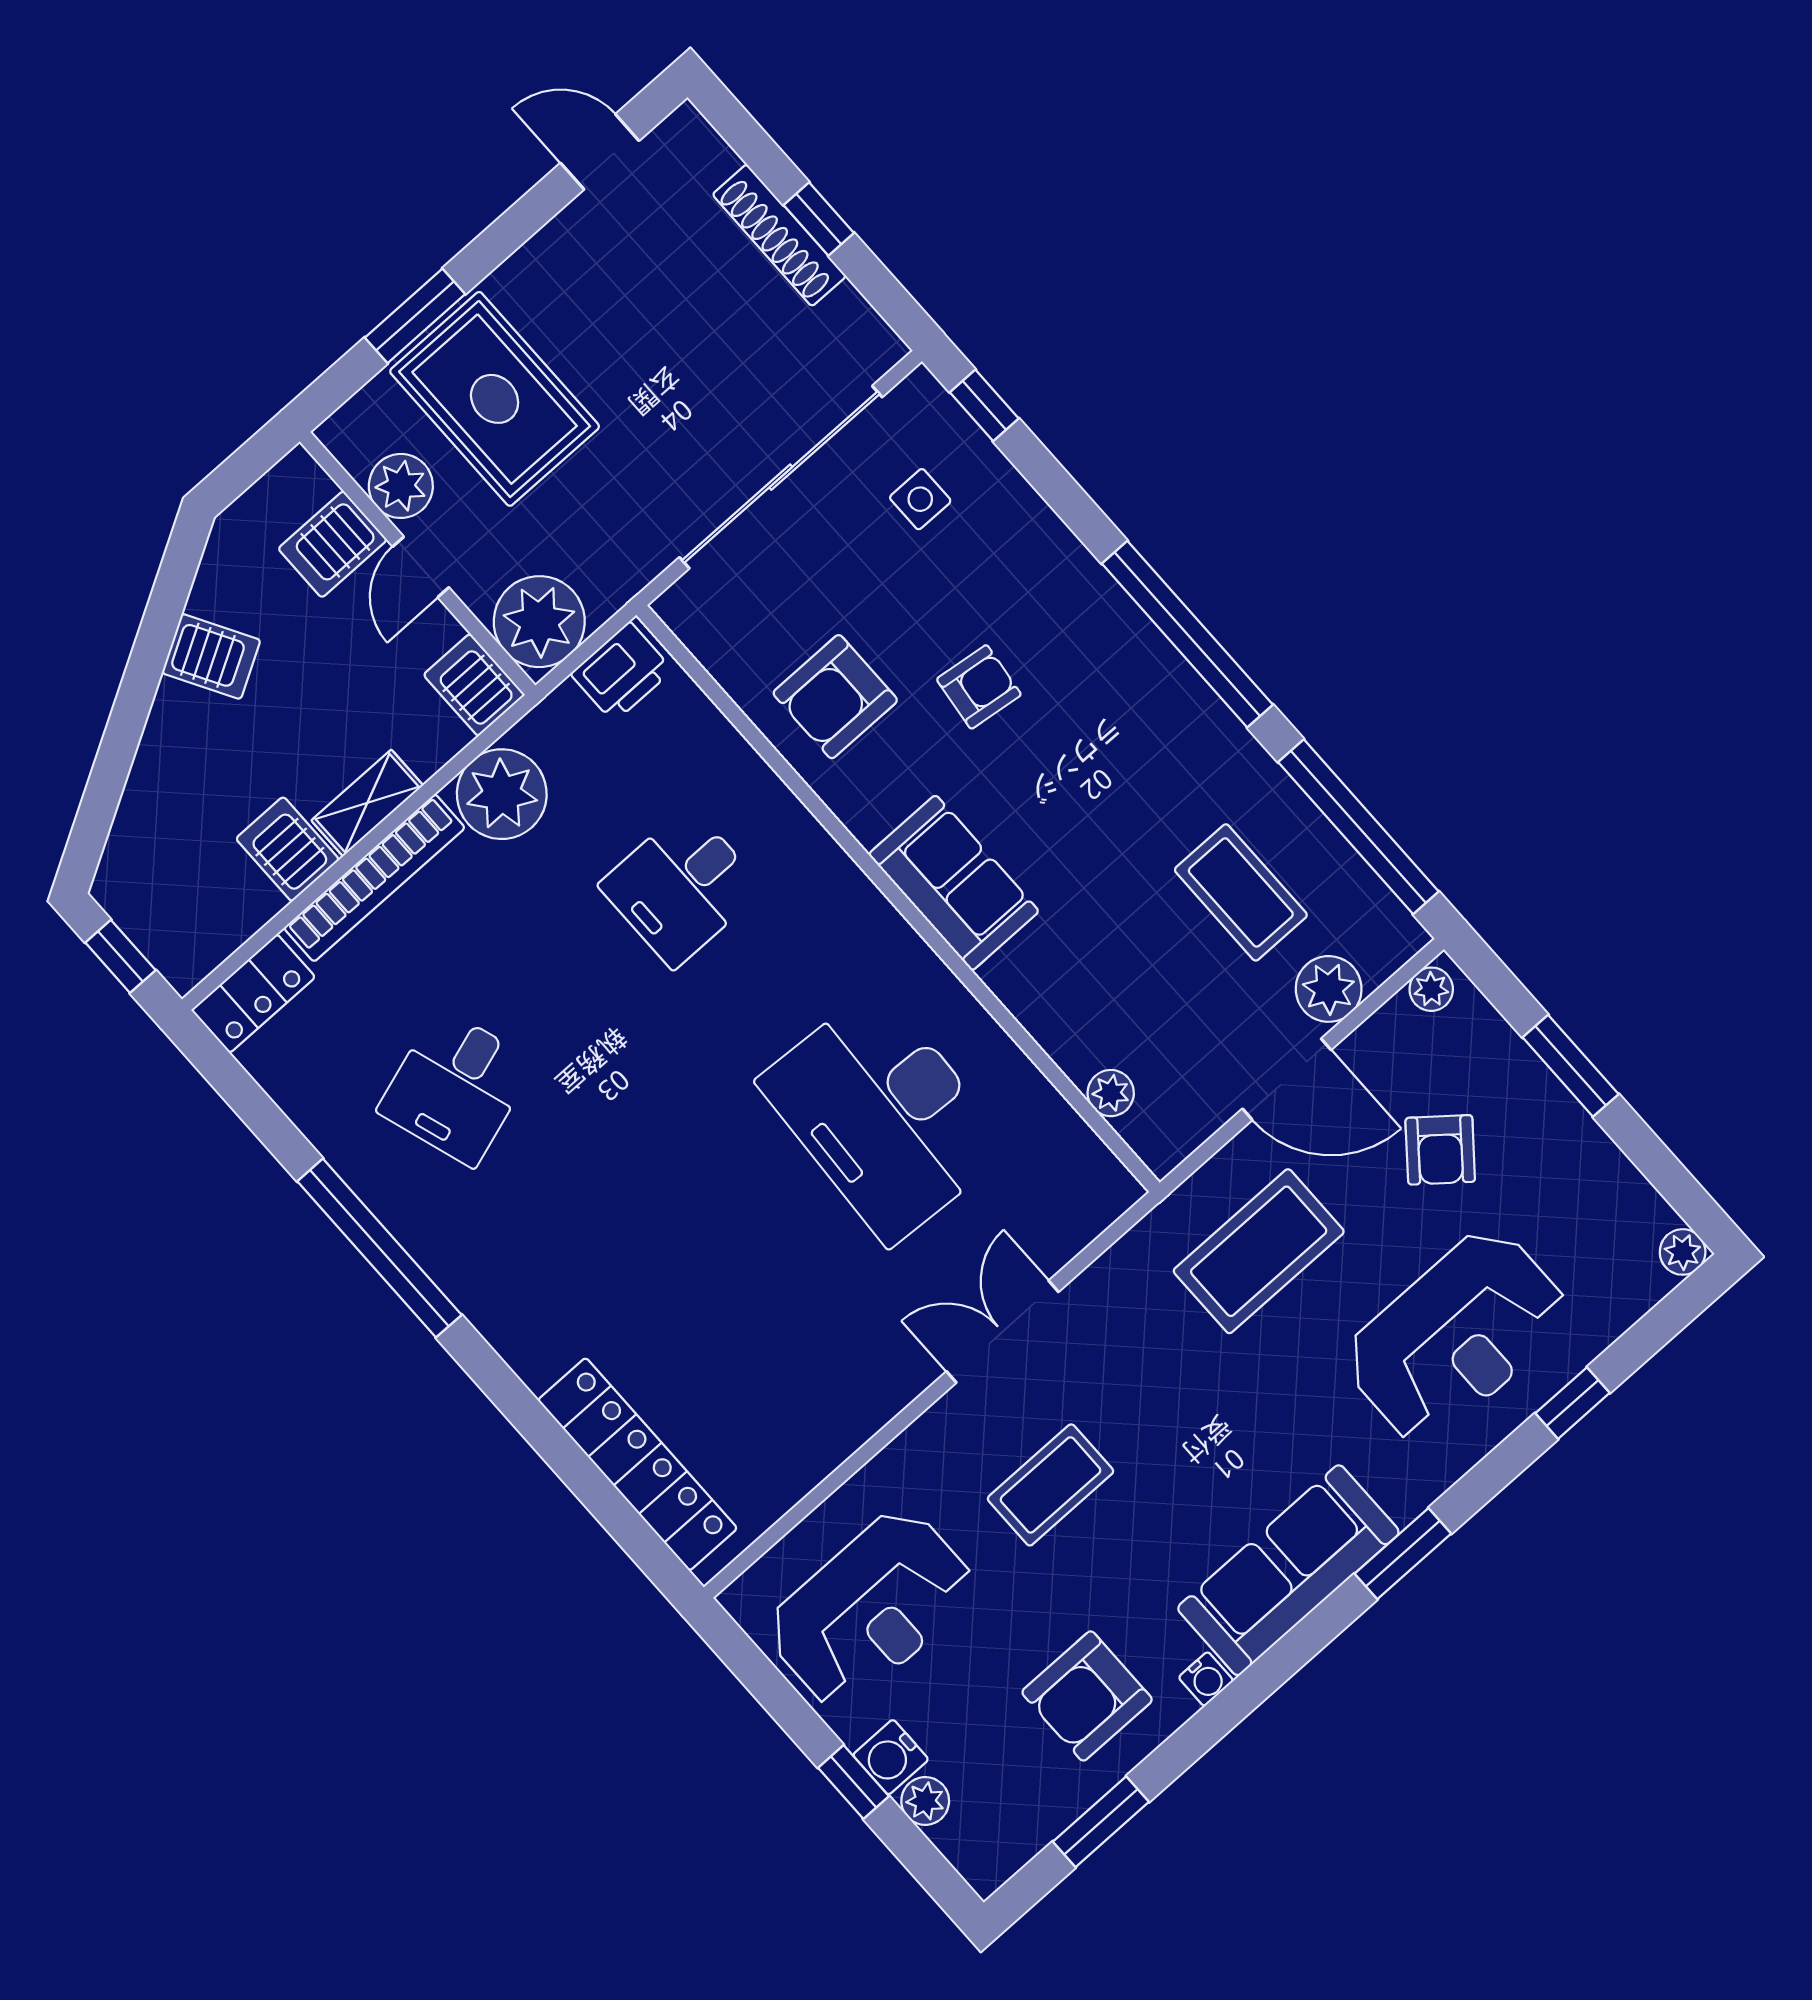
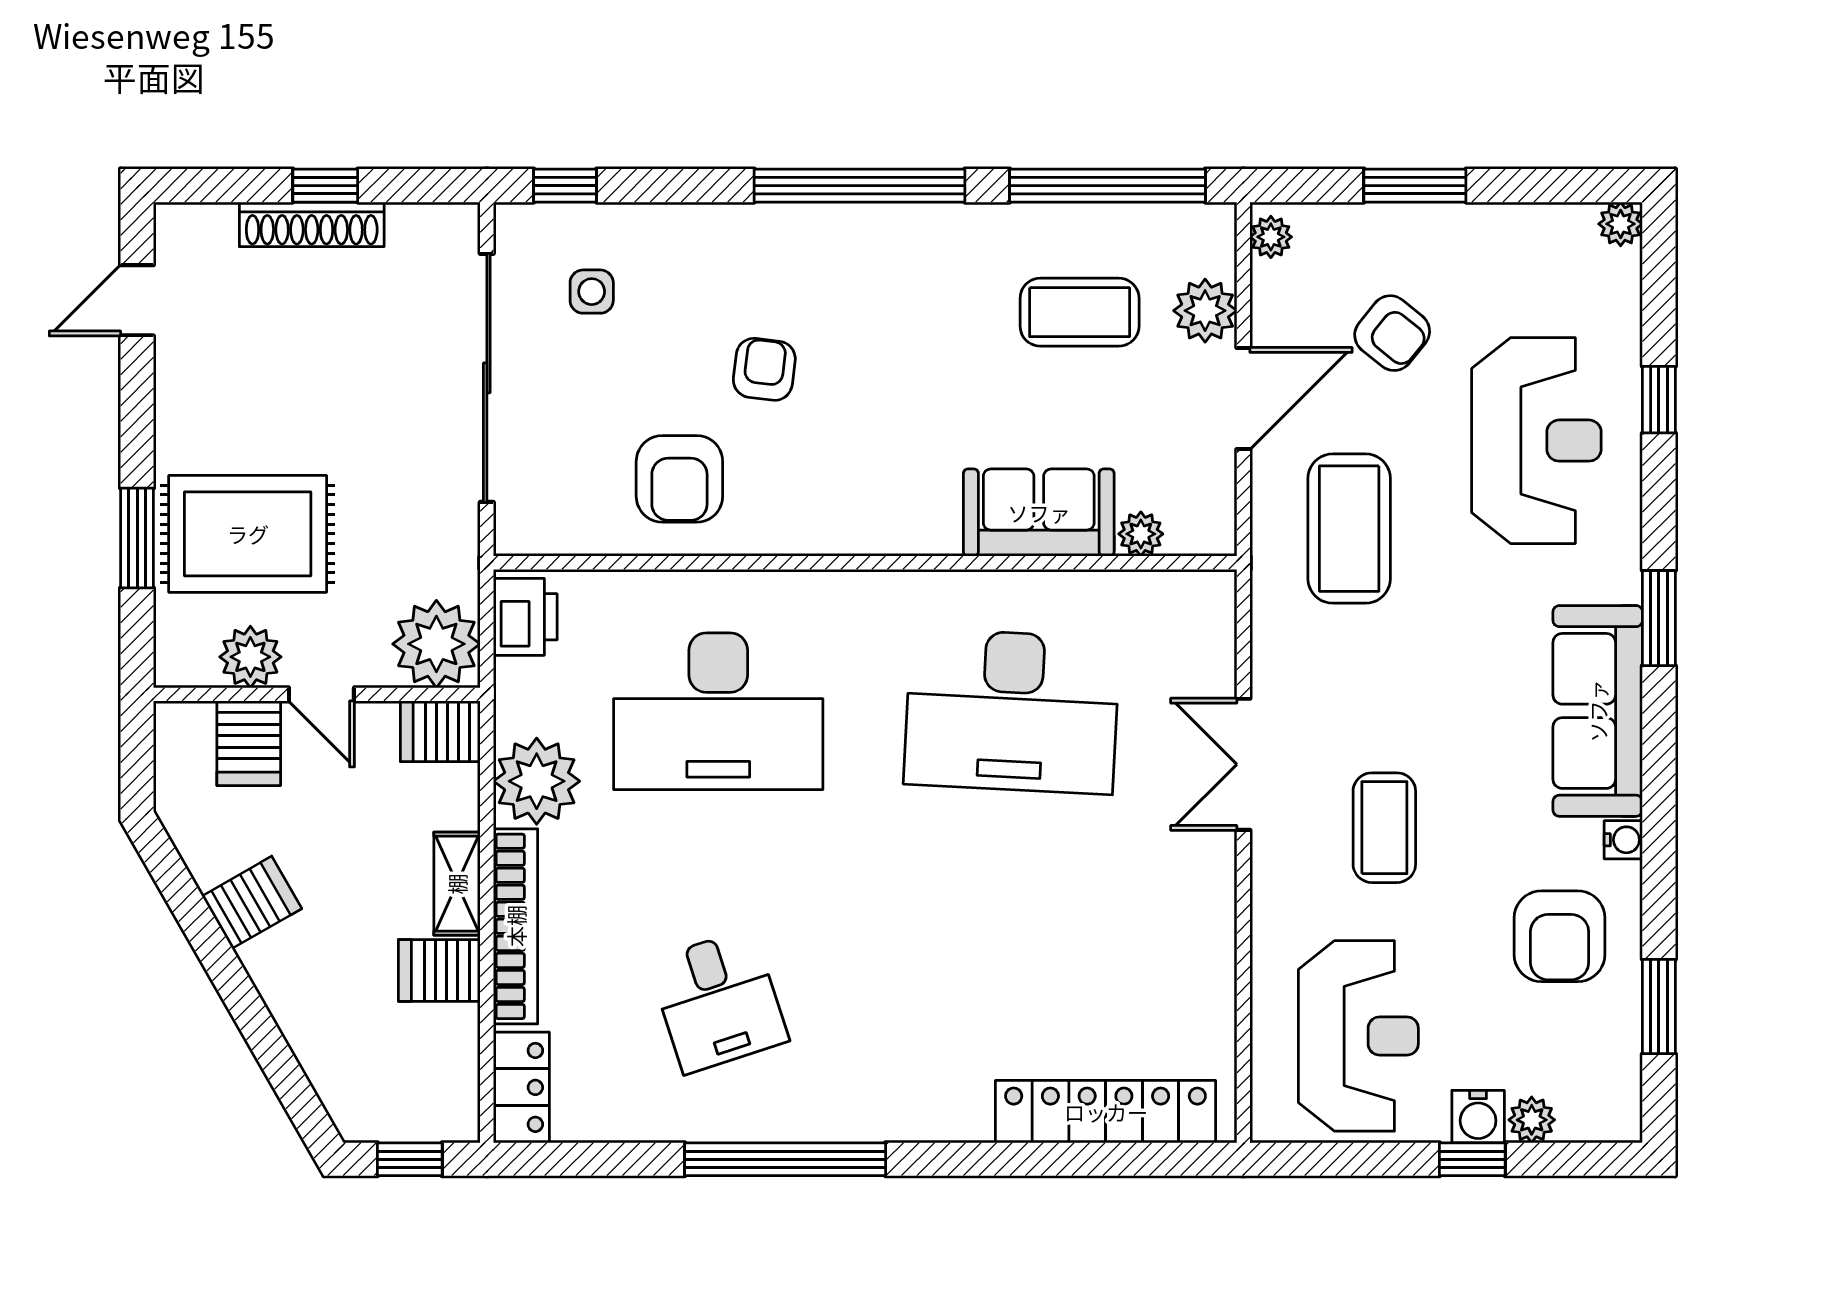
sofa: (954, 883) -> (1039, 513), moved
desk: (681, 887) -> (718, 711), width x1.87, depth x1.30

